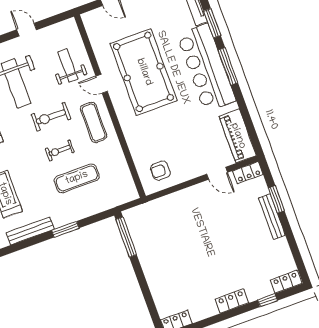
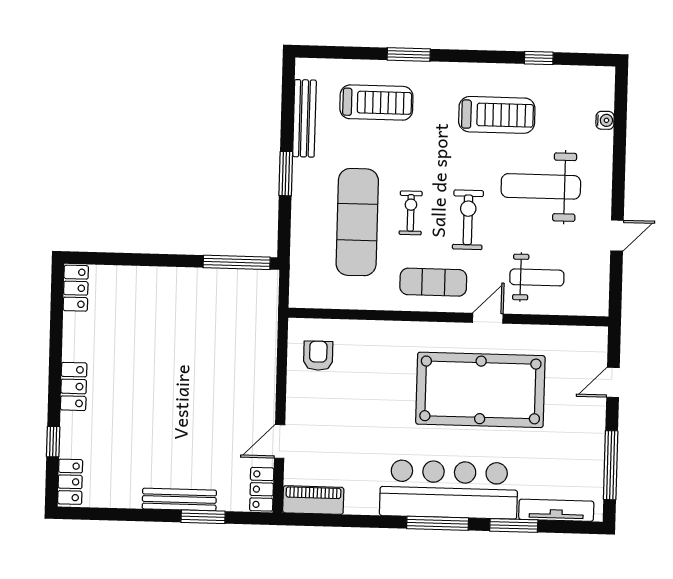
piano: (238, 136) -> (313, 500), width x0.73, depth x0.75
exercise mat: (77, 178) -> (357, 222), width x1.36, depth x1.45

